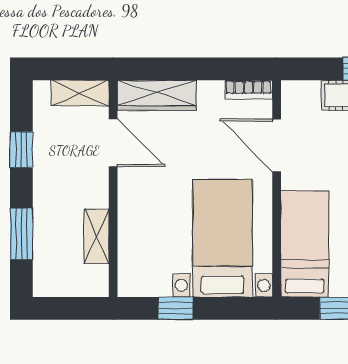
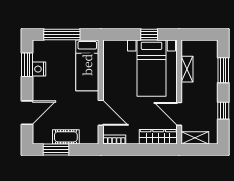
bed with nightstands: (223, 238) -> (152, 68), moved

